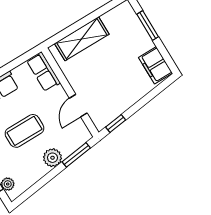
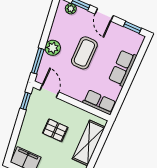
pallet: (106, 74) -> (55, 130), added
door: (78, 106) -> (49, 91), moved

